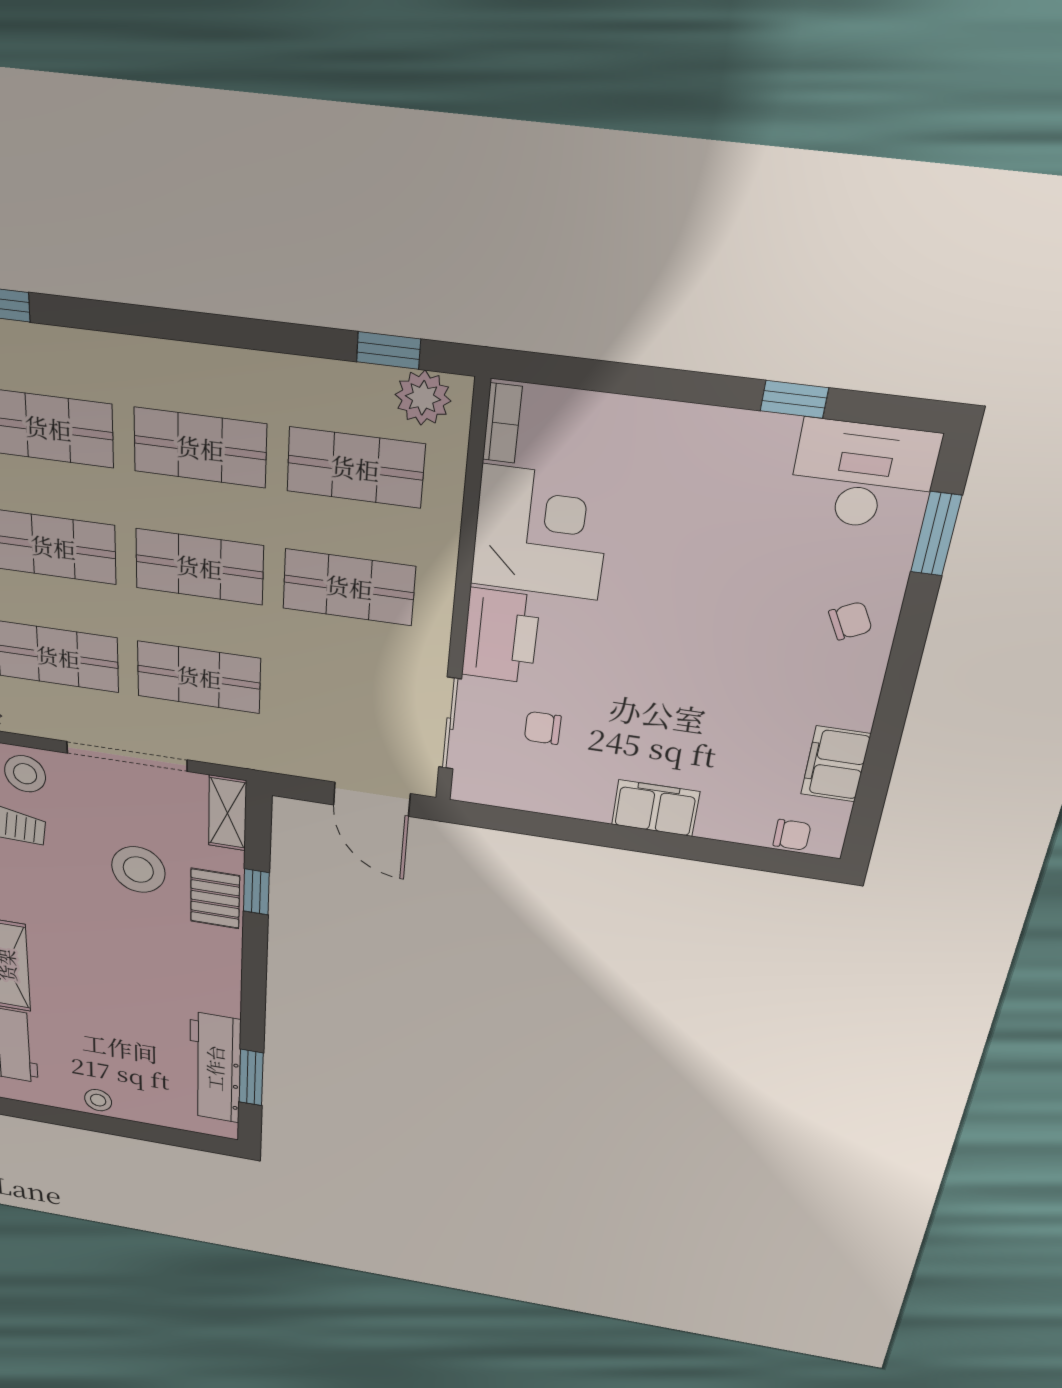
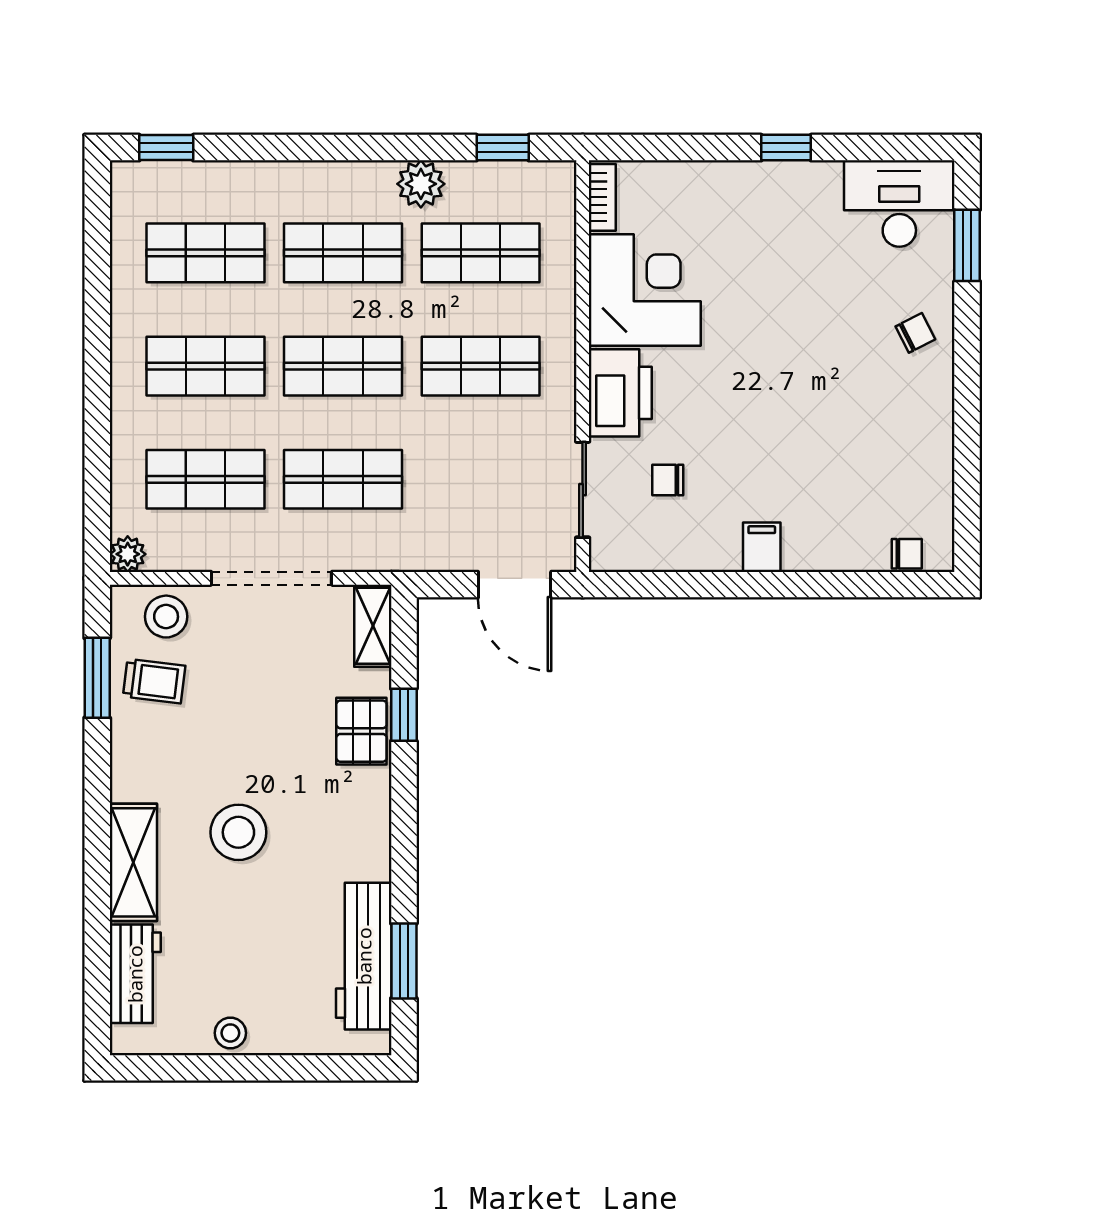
plant: (423, 398) -> (421, 184), moved
window: (794, 399) -> (786, 148), moved
filing cabinet: (836, 764) -> (931, 473), removed
filing cabinet: (655, 808) -> (762, 547), width x0.50
stool: (138, 870) -> (238, 832), moved

